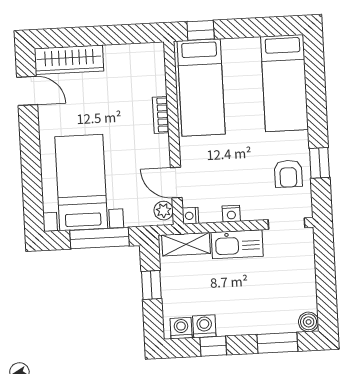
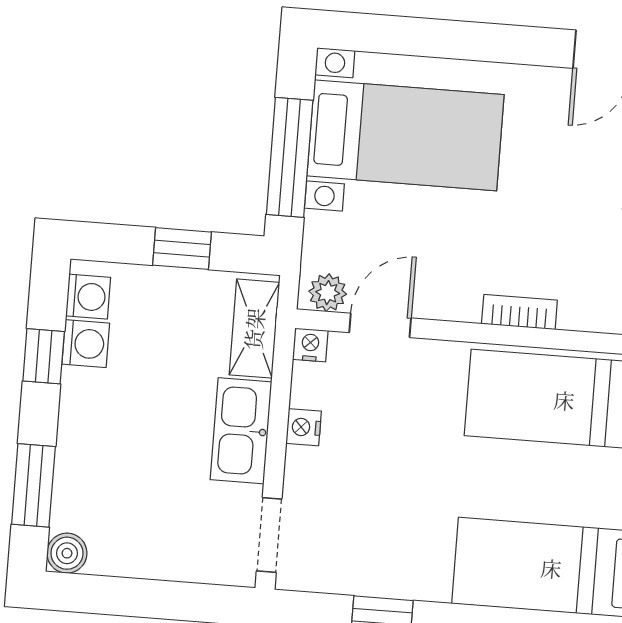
armchair: (288, 174) -> (369, 551), removed

